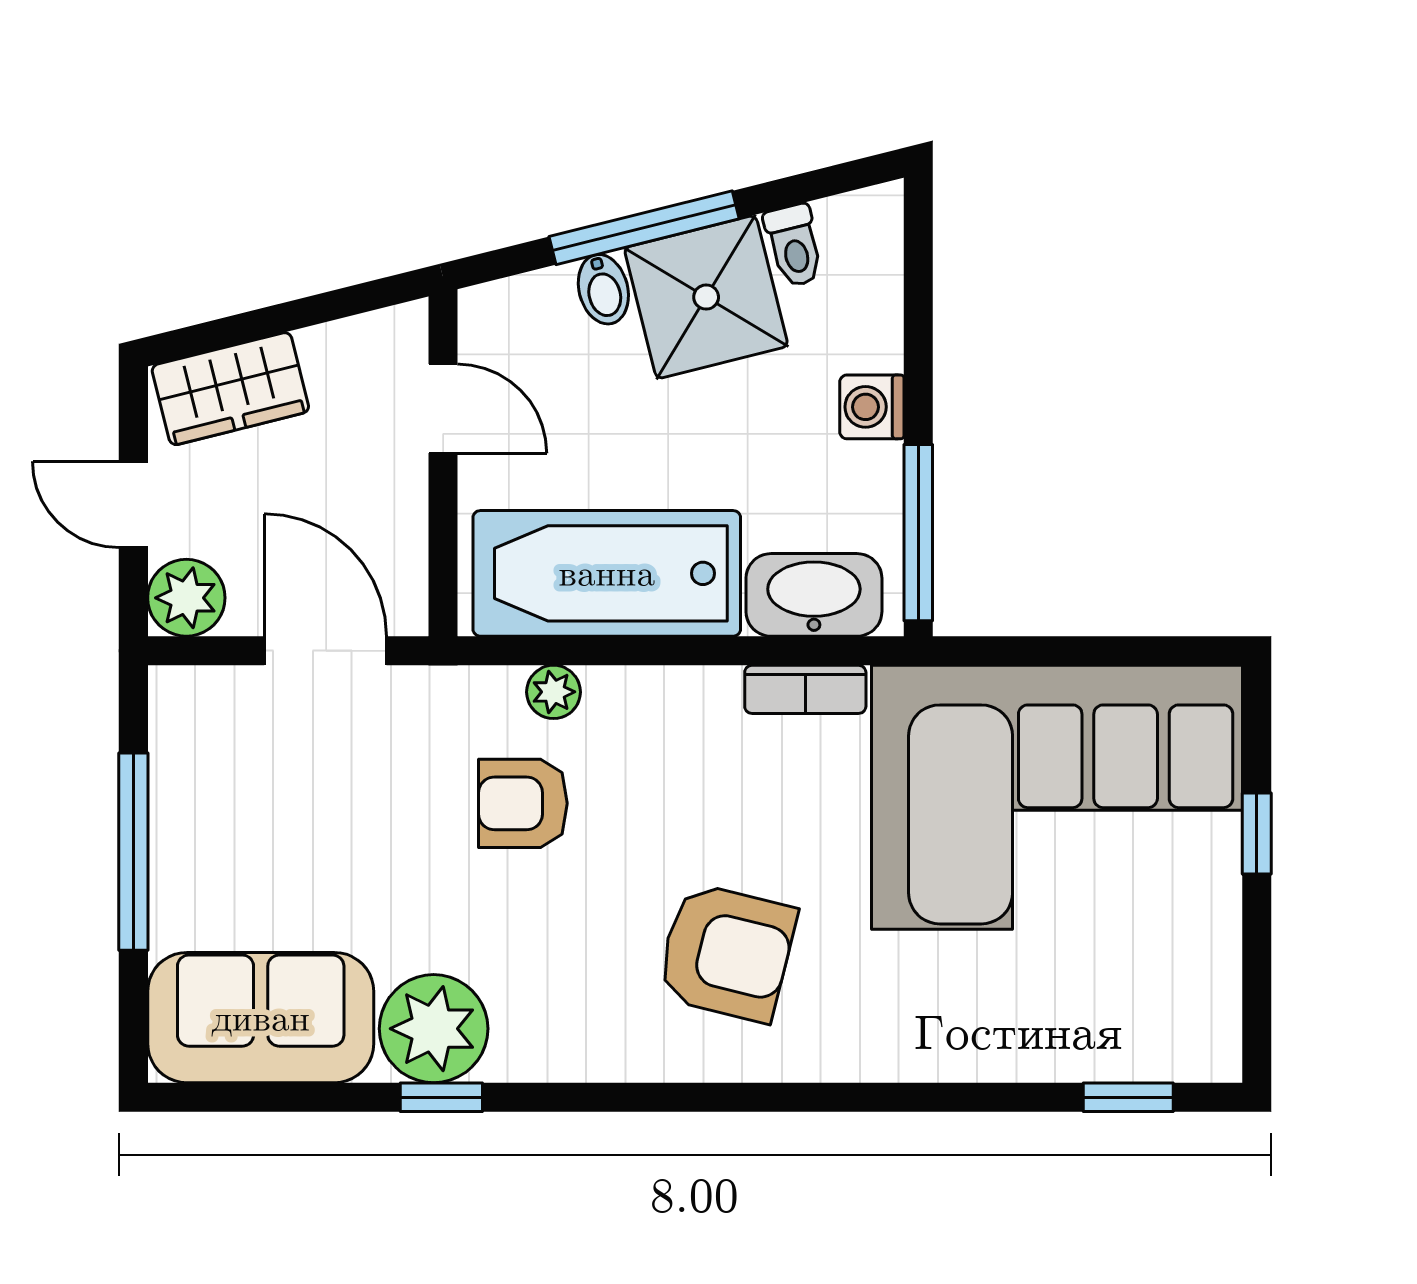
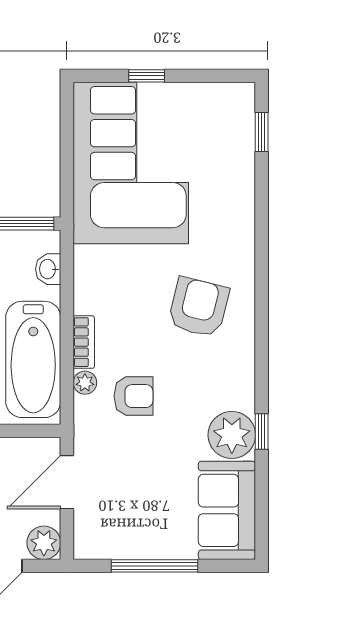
washbasin: (814, 595) -> (48, 269), width x0.52, depth x0.69
bookcase: (805, 689) -> (84, 342), moved
armchair: (523, 803) -> (134, 396), turned -90

